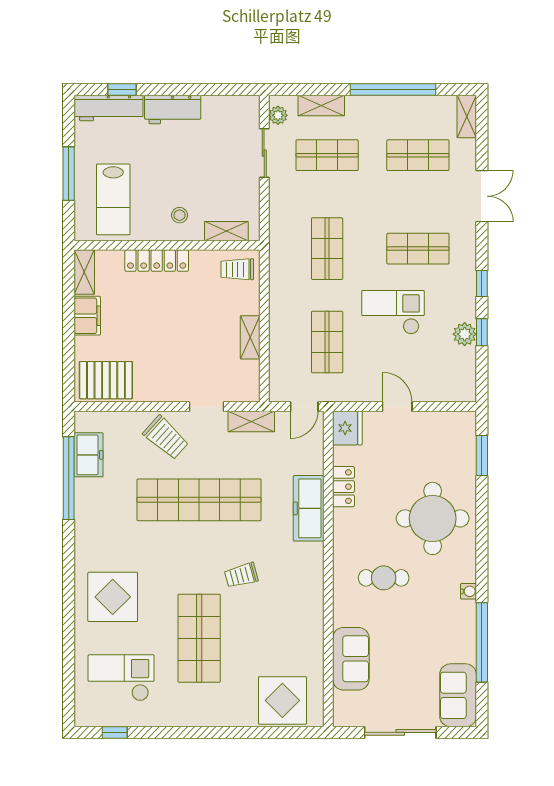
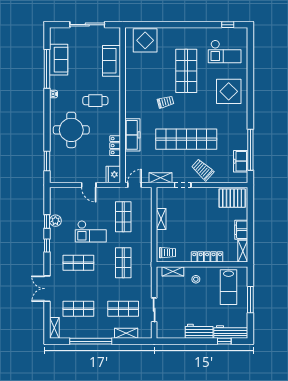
plant: (278, 115) -> (147, 328), removed
lab bench: (113, 199) -> (229, 287), turned 180
sofa: (458, 695) -> (59, 60), moved

